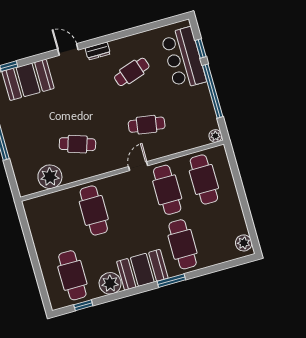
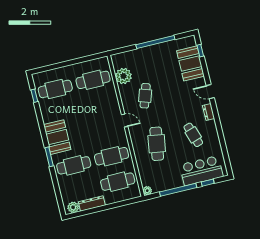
door: (68, 50) -> (210, 92), swing flipped
cafe table: (147, 125) -> (157, 144), width x1.37, depth x1.35
door: (138, 166) -> (125, 121), moved
cafe table: (94, 210) -> (93, 80), moved
dresser: (237, 216) -> (92, 203), added
plant: (110, 283) -> (49, 115), removed

